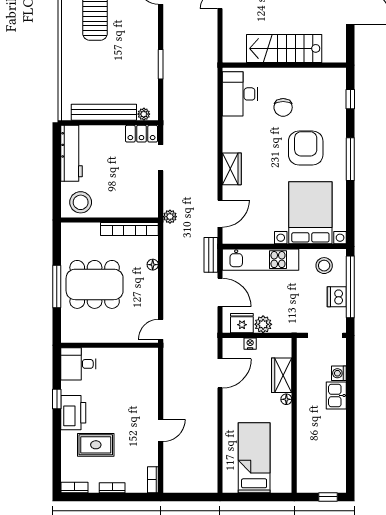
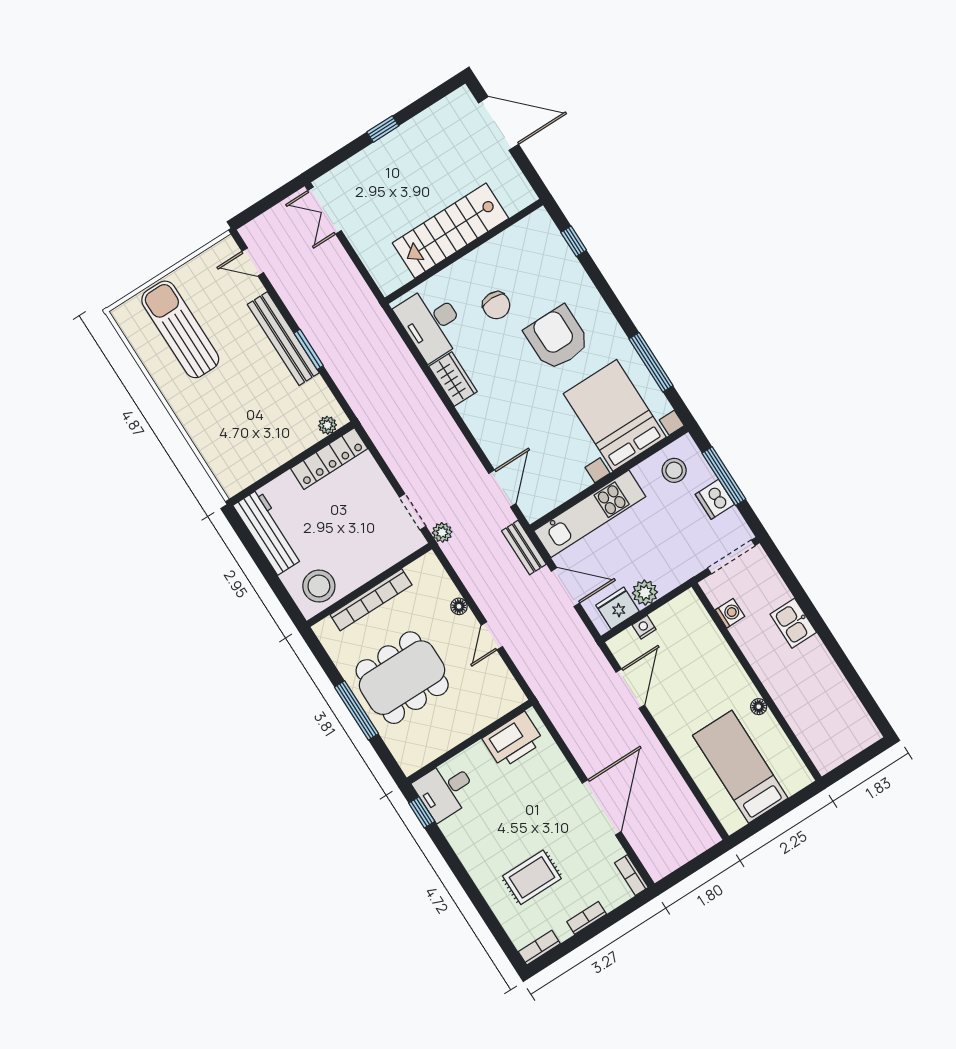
bench: (104, 112) -> (283, 339), moved, turned 90
locker: (141, 134) -> (329, 459), width x1.53
doorway: (161, 158) -> (413, 512), moved
window: (350, 159) -> (651, 362), moved
wardrobe: (232, 169) -> (453, 379), moved
bookcase: (129, 229) -> (371, 600), moved
window: (350, 287) -> (724, 476), width x0.68
door: (161, 329) -> (492, 636), moved
washing machine: (339, 373) -> (730, 613), moved, turned 180
wardrobe: (282, 375) -> (709, 641), removed
window: (57, 399) -> (422, 812), moved
floor lamp: (286, 399) -> (759, 707), moved
printer: (73, 413) -> (513, 740), moved, turned 90
door: (161, 430) -> (602, 807), width x1.87
window: (328, 497) -> (864, 757), removed

